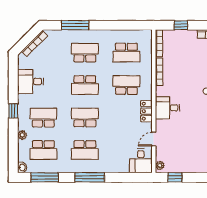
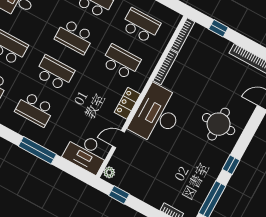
school desk: (126, 53) -> (141, 26), turned 180
desk: (168, 108) -> (157, 115), width x1.87, depth x1.30
desk: (141, 161) -> (86, 153), width x1.37
window: (90, 177) -> (37, 150), moved

